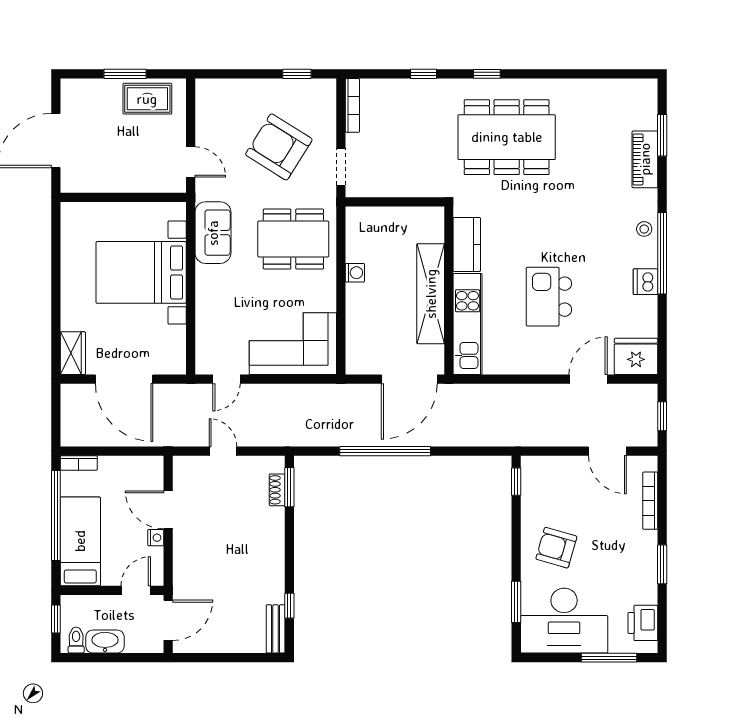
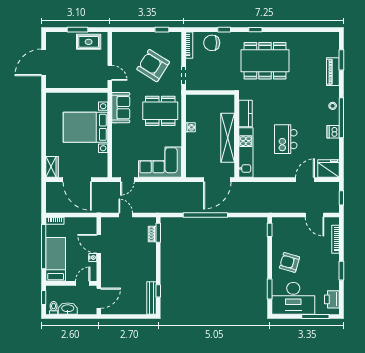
chair: (398, 101) -> (212, 43), added
bench: (276, 629) -> (152, 298), width x1.36

